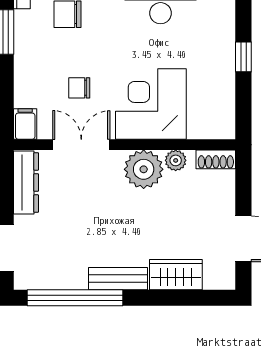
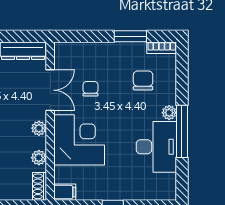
filing cabinet: (25, 124) -> (65, 192), moved
plant: (144, 169) -> (39, 128), width x0.53, depth x0.53

